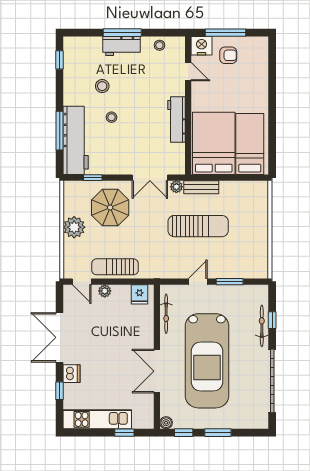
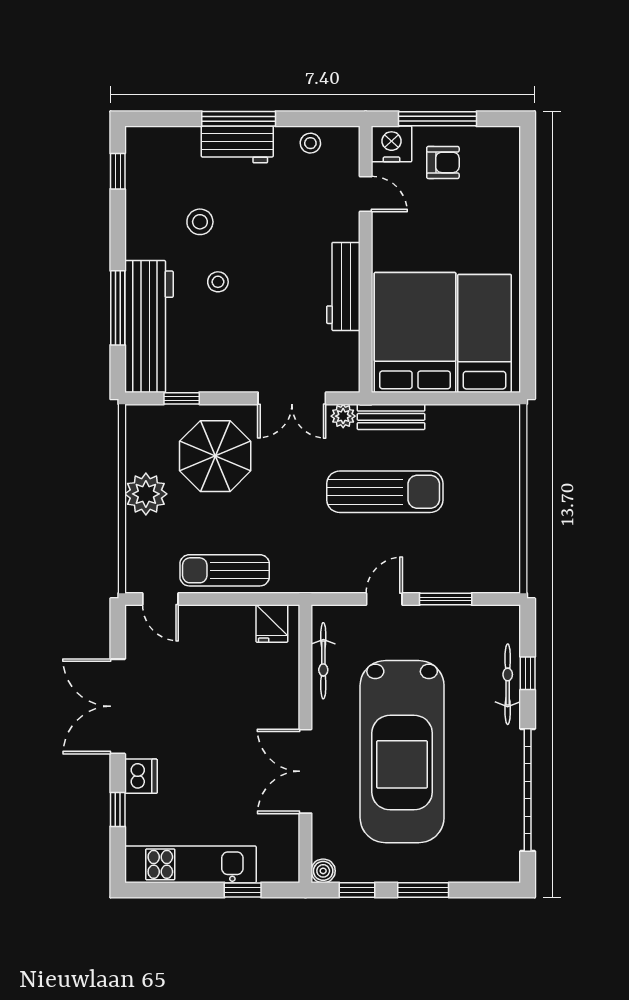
plant: (105, 291) -> (205, 617), removed

